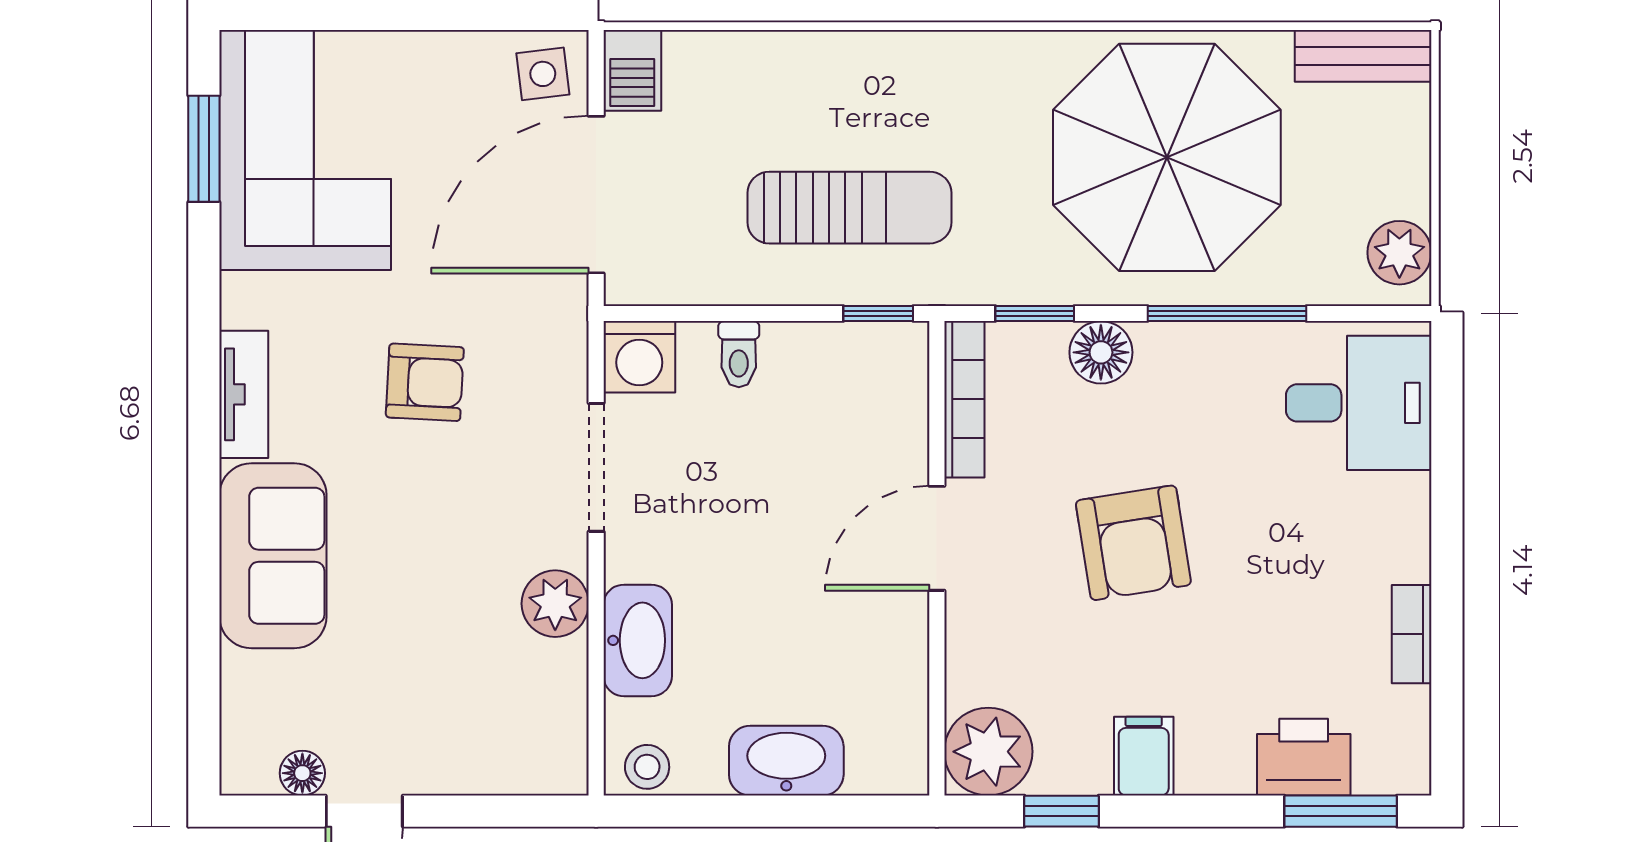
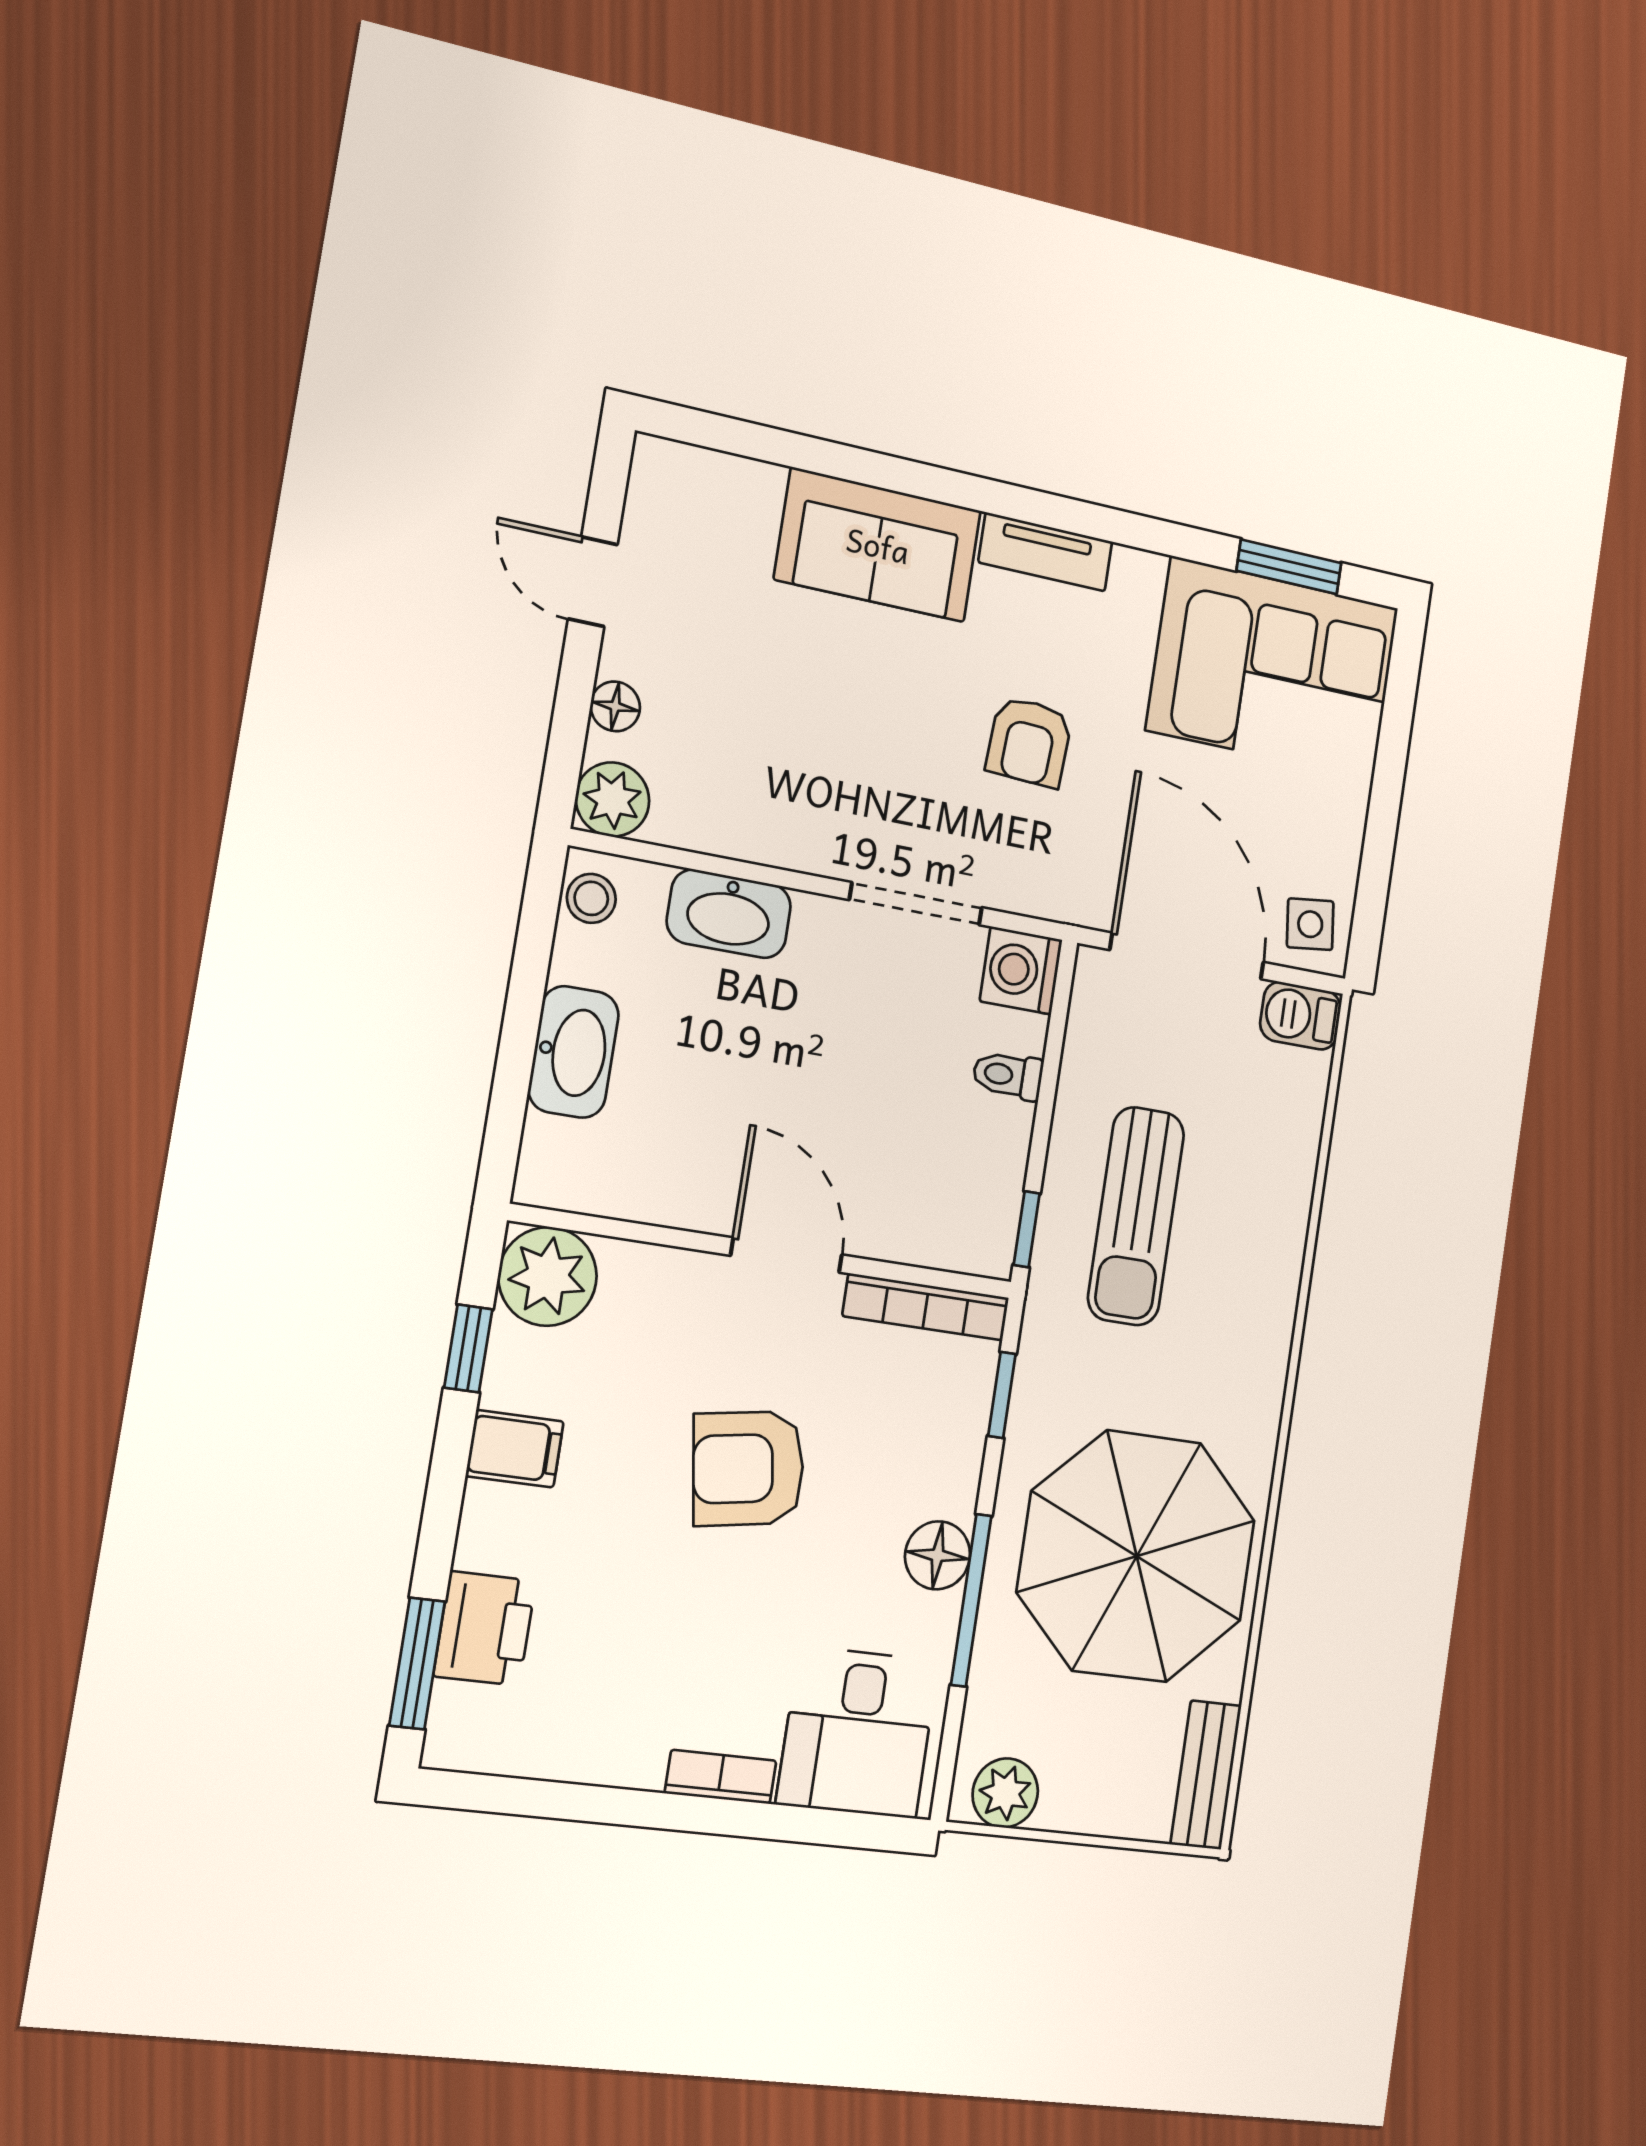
floor lamp: (1101, 352) -> (938, 1555), moved
plant: (555, 604) -> (613, 799), moved
bookcase: (1412, 634) -> (721, 1777), moved
floor lamp: (302, 773) -> (615, 706), moved

